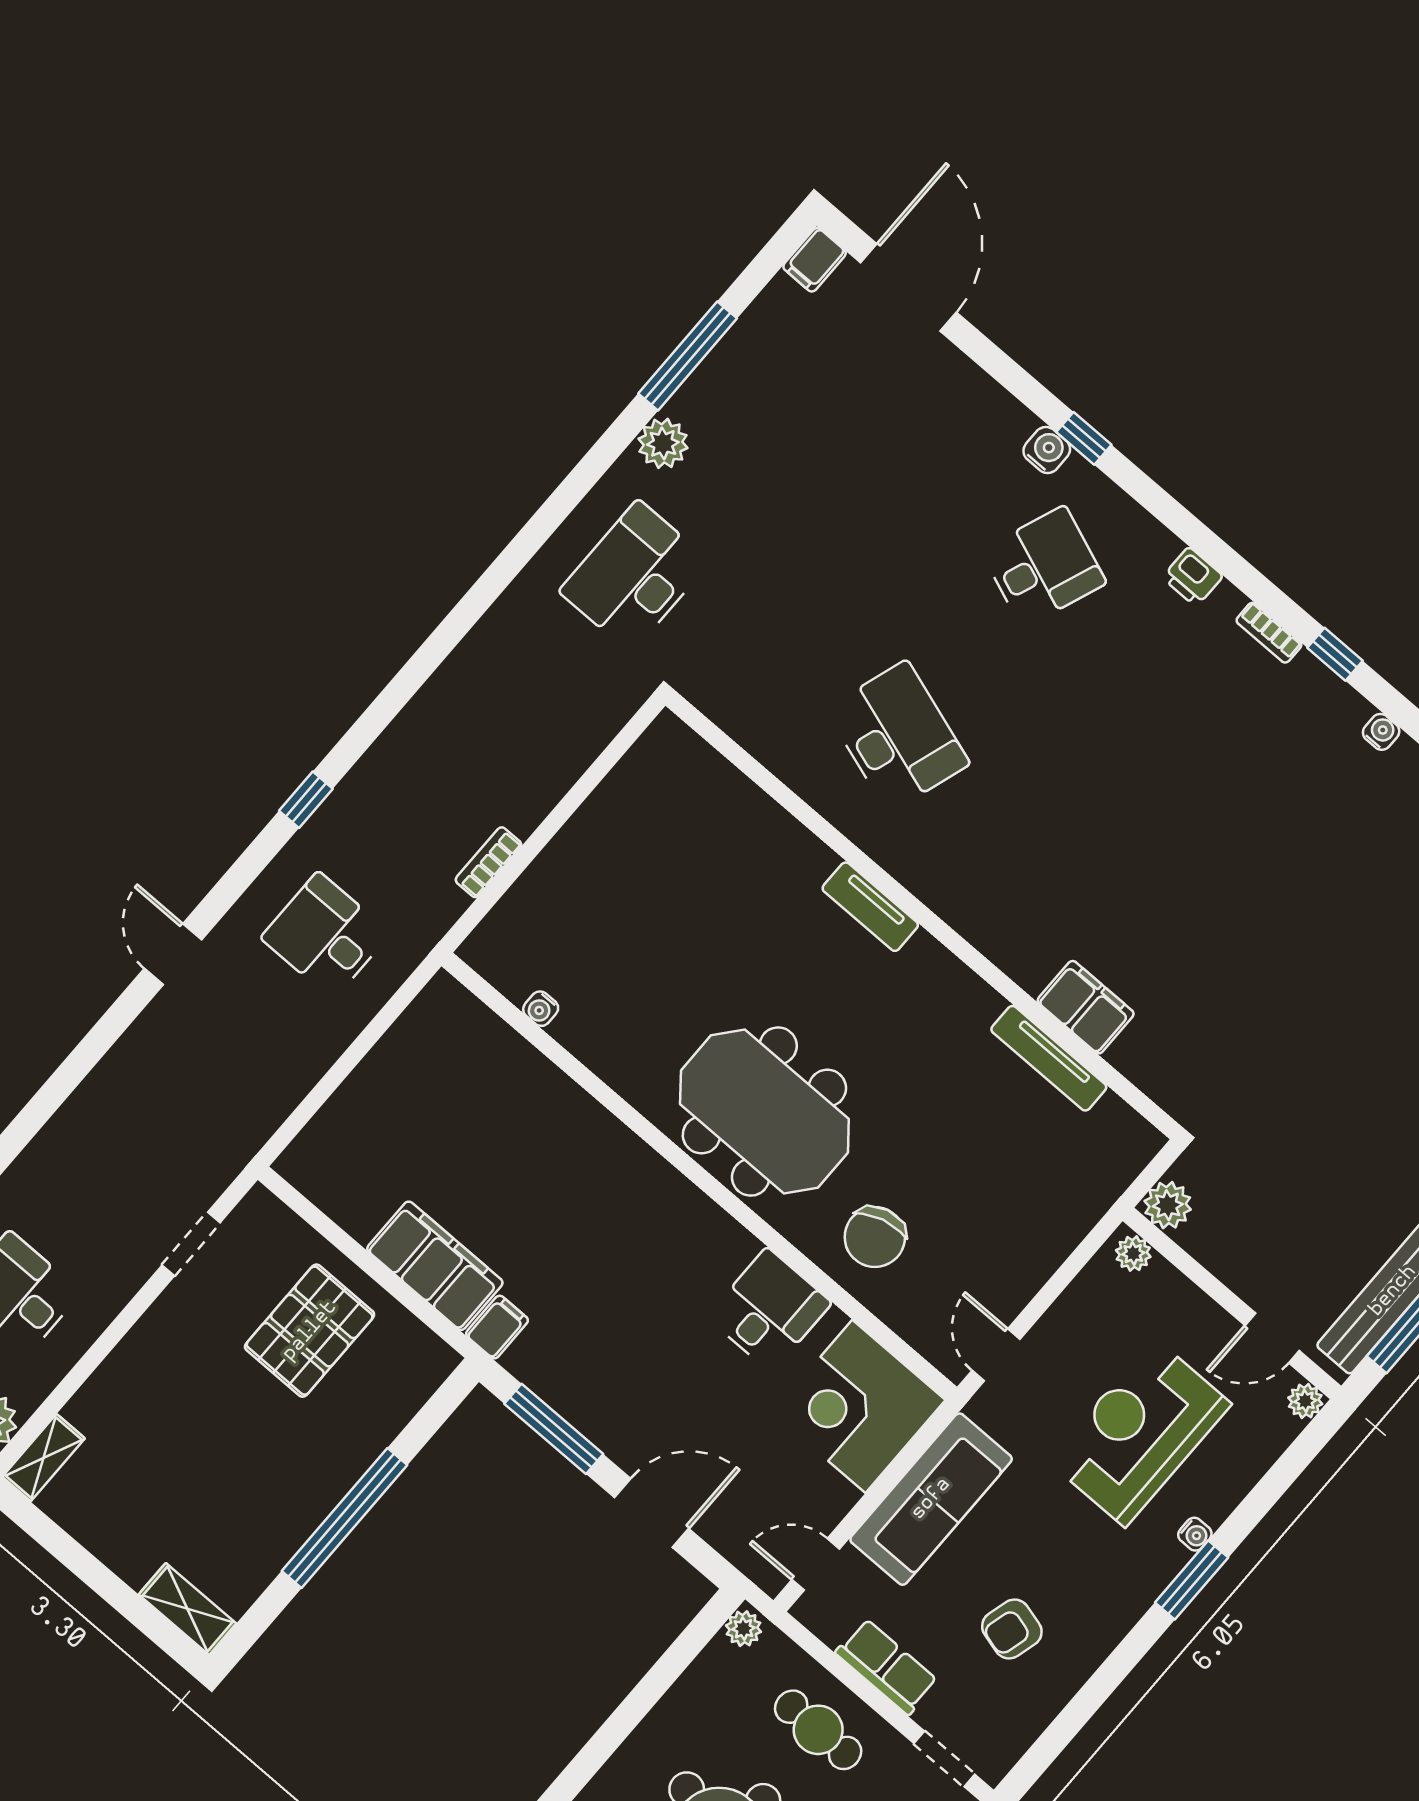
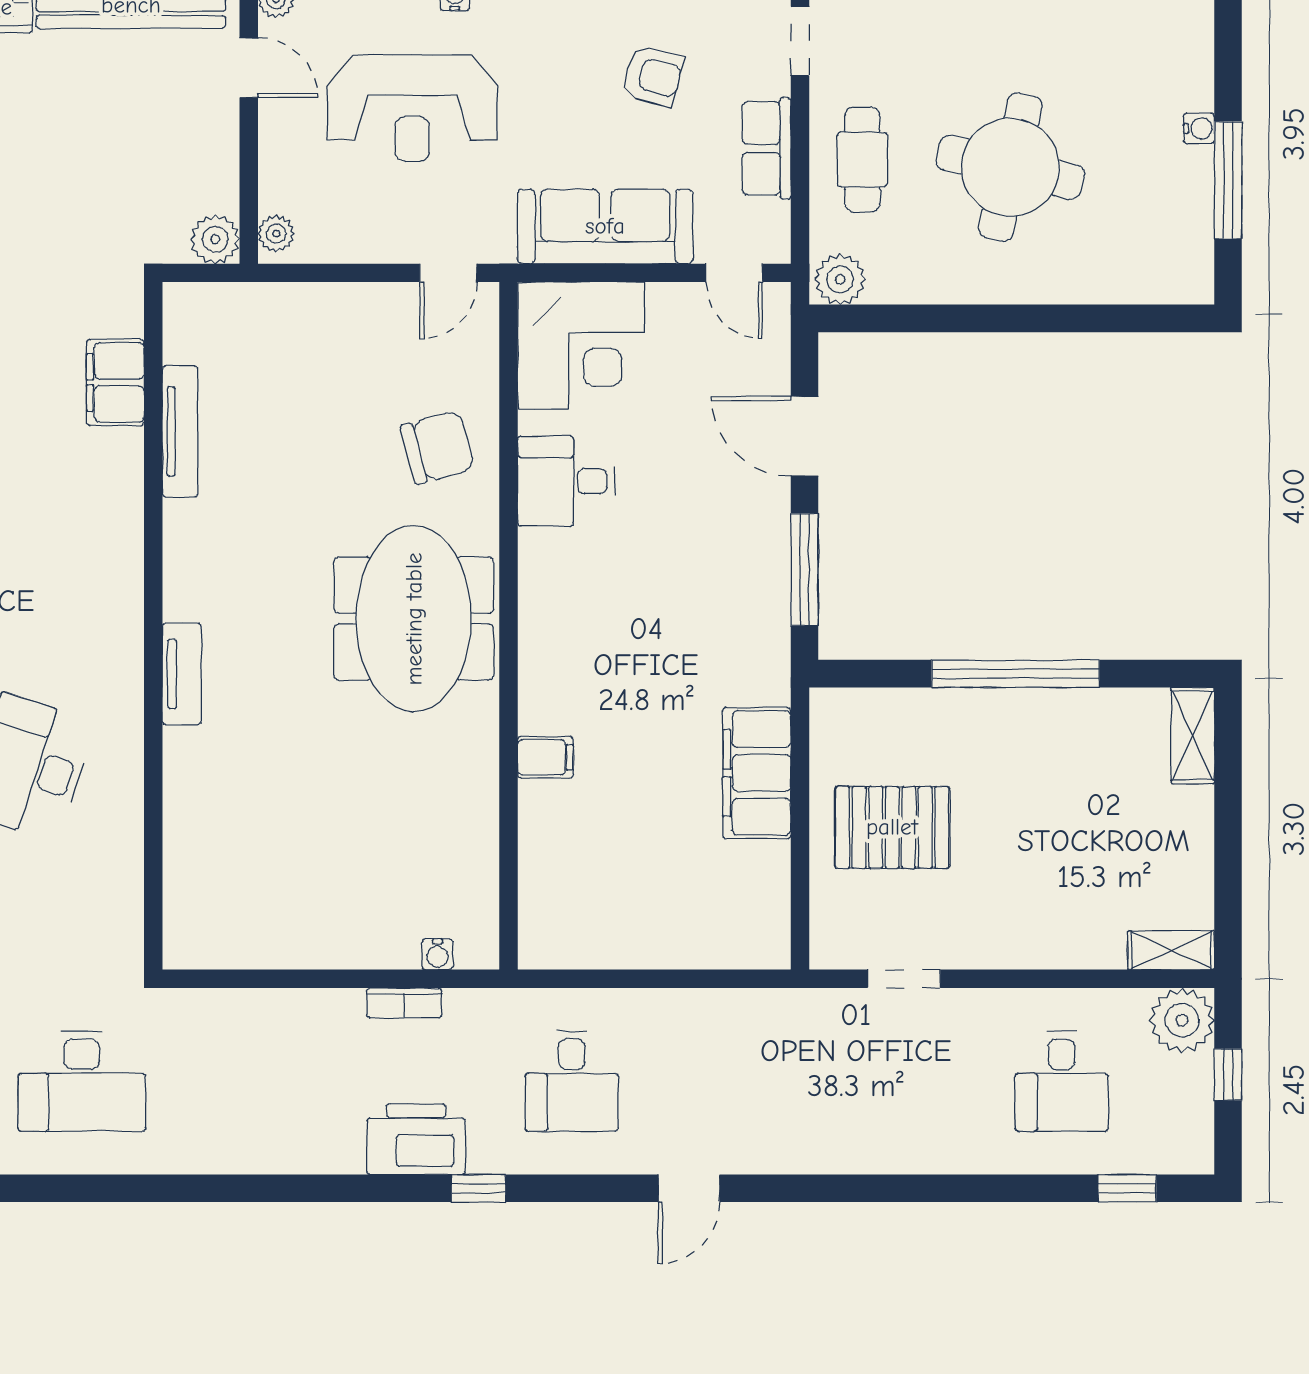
printer: (381, 785) -> (416, 1139), added
filing cabinet: (1086, 1007) -> (115, 382), moved
water cooler: (541, 1009) -> (437, 954), moved, turned 90
filing cabinet: (497, 1327) -> (545, 757), moved, turned 180
plant: (743, 1629) -> (840, 279), width x1.38, depth x1.38

